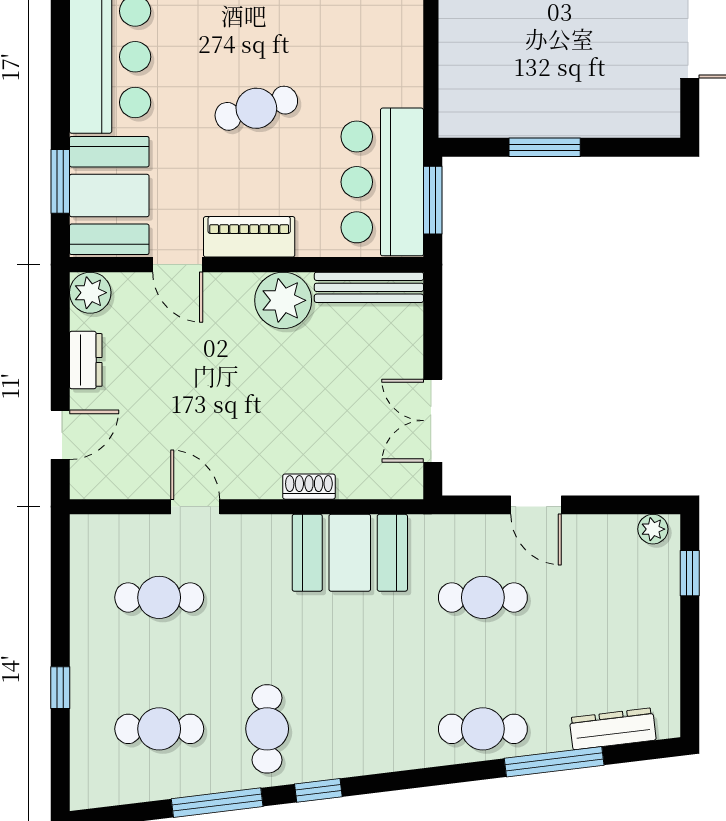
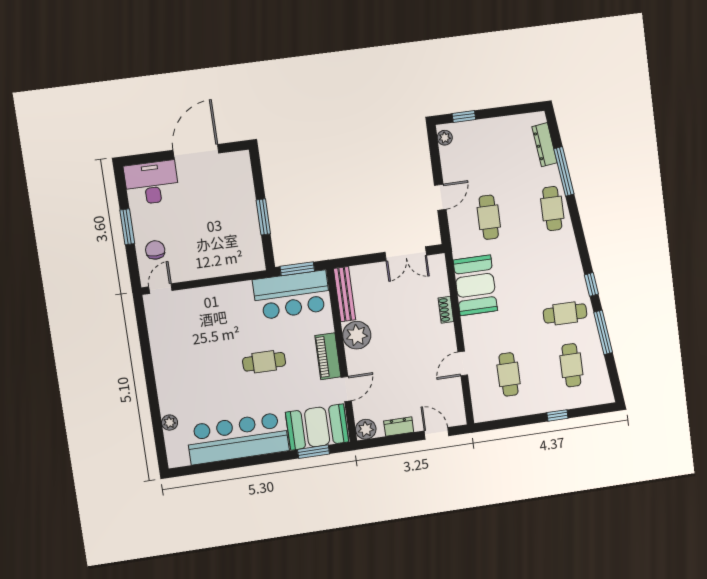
cafe table: (256, 108) -> (264, 362), turned -74

